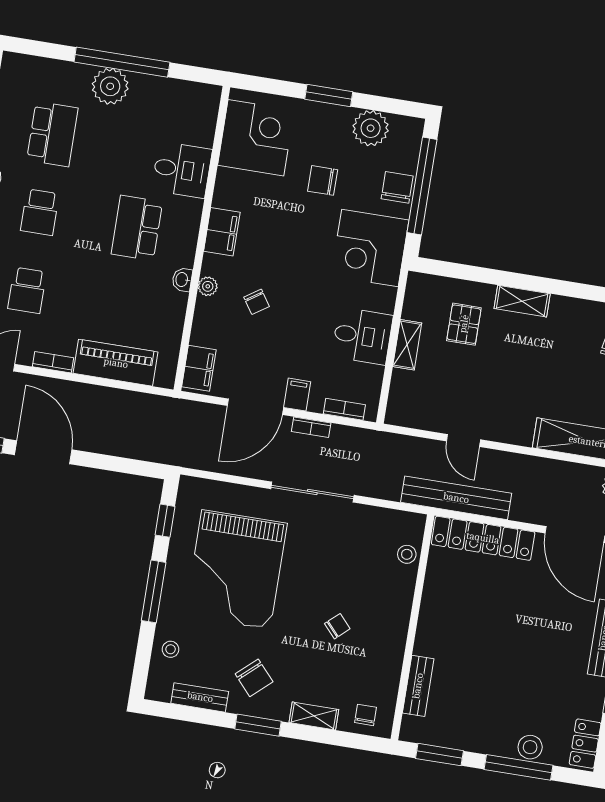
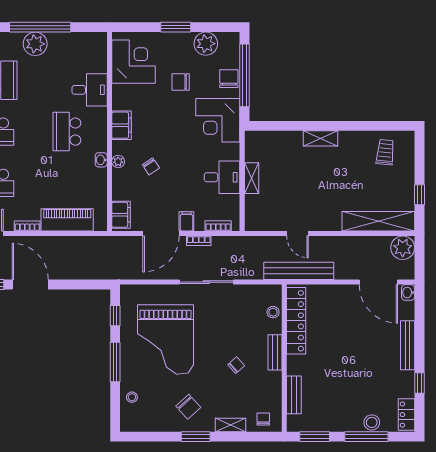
pallet: (464, 324) -> (286, 159), removed
locker: (483, 538) -> (296, 321), moved, turned -90
bench: (200, 697) -> (275, 352), moved, turned 90

